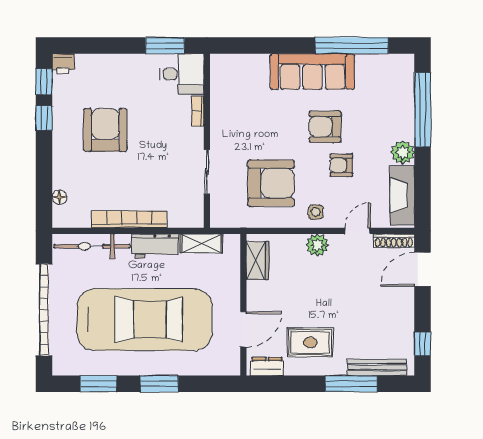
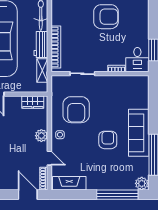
plant: (403, 152) -> (142, 183), moved
armchair: (341, 165) -> (86, 149), removed
bookcase: (129, 219) -> (56, 47), moved

